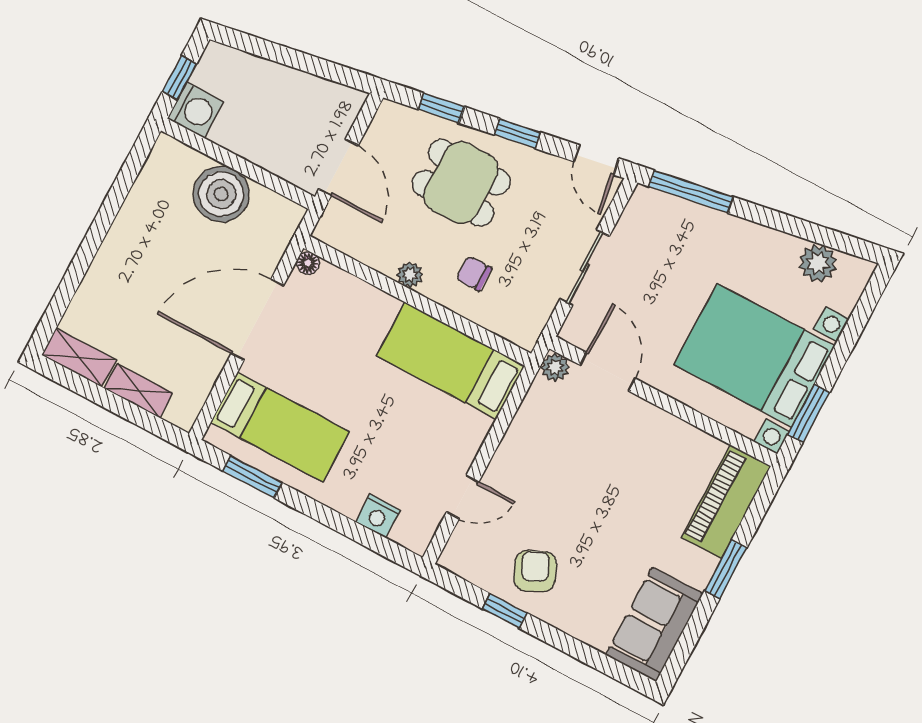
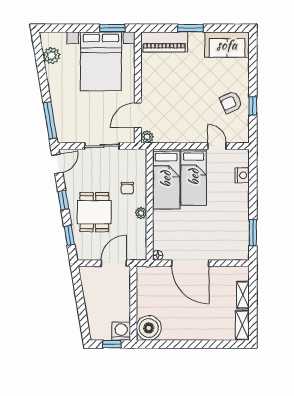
boiler: (221, 194) -> (149, 328), moved
bed: (280, 427) -> (194, 177), moved, turned 180

